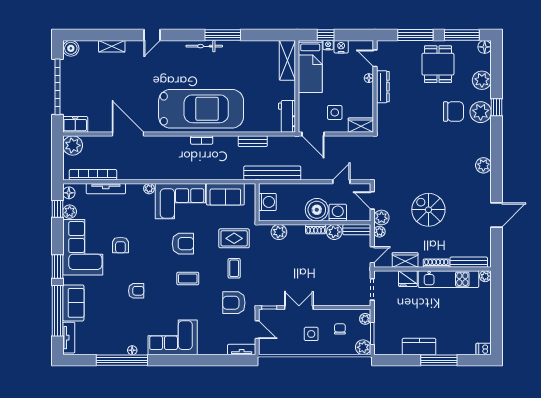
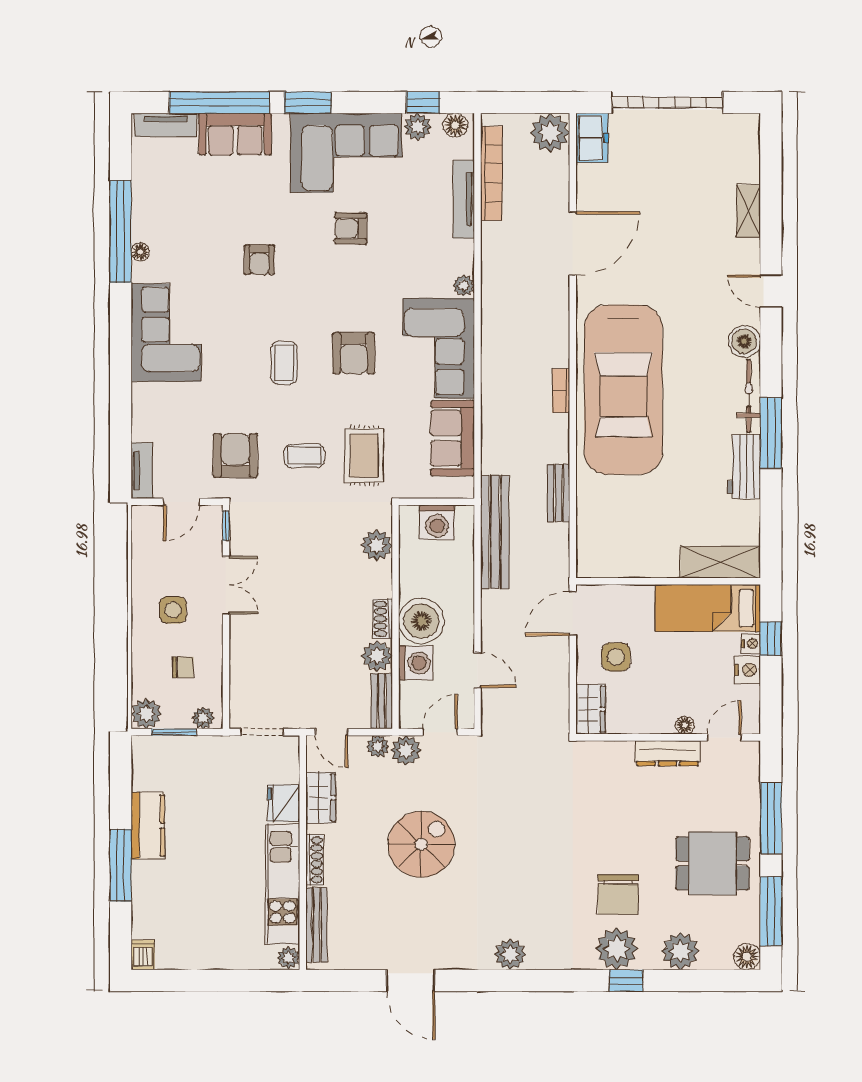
boiler: (71, 48) -> (744, 341), moved
workbench: (287, 116) -> (744, 467), moved, turned -90

